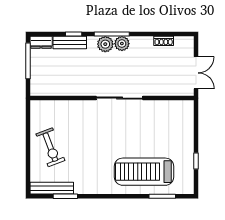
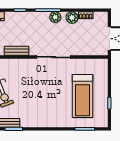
bench: (70, 42) -> (17, 51), moved
plant: (105, 44) -> (72, 18), moved
treadmill: (144, 172) -> (82, 96), moved, turned -90

